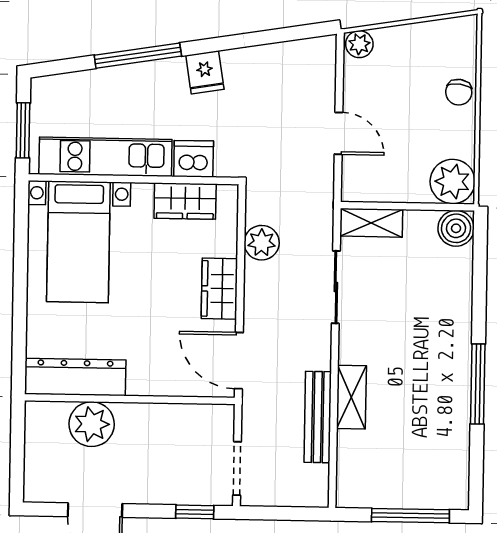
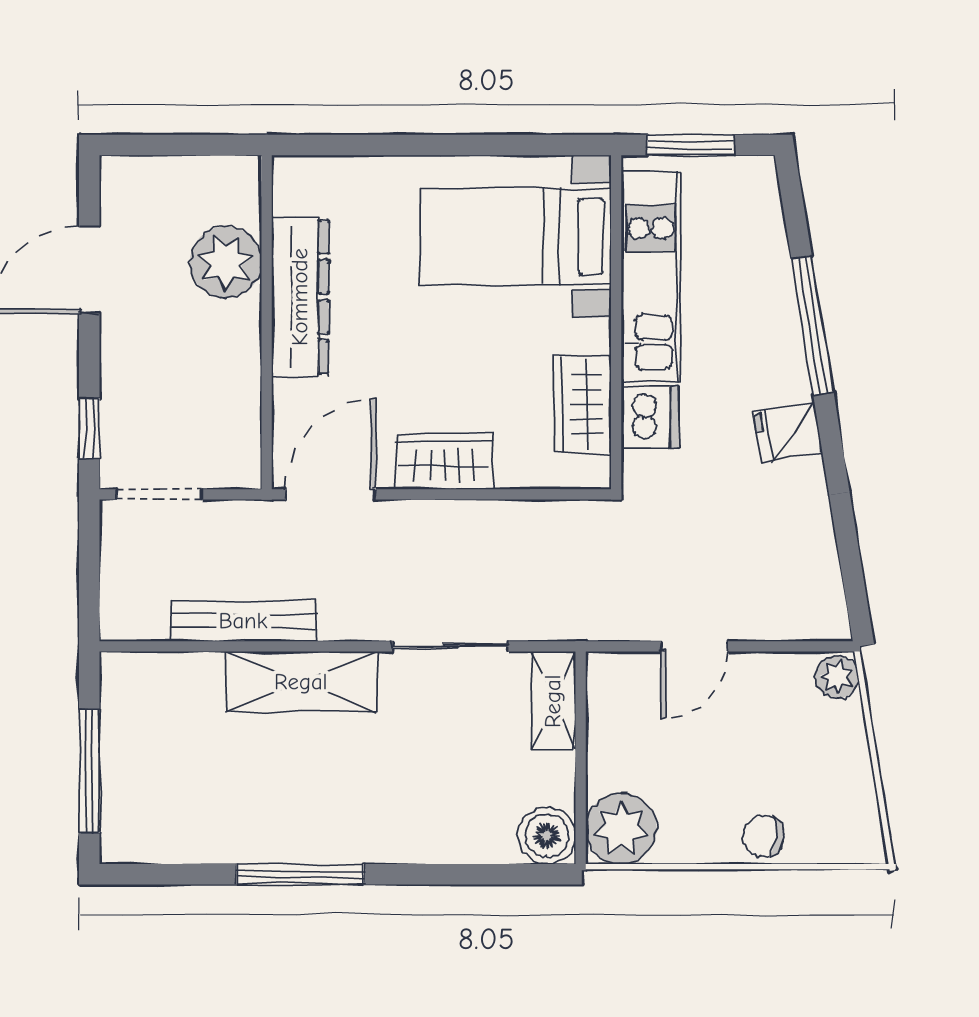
plant: (262, 243) -> (519, 527), removed
dresser: (75, 377) -> (300, 297), moved
shelving: (351, 397) -> (301, 682), width x1.50, depth x1.33

